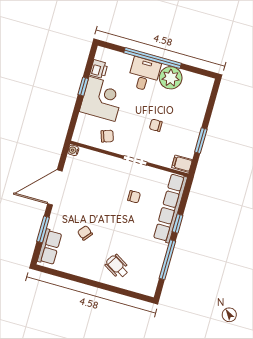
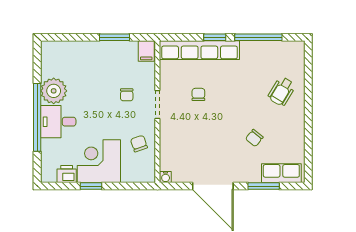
chair: (156, 125) -> (127, 95), moved

